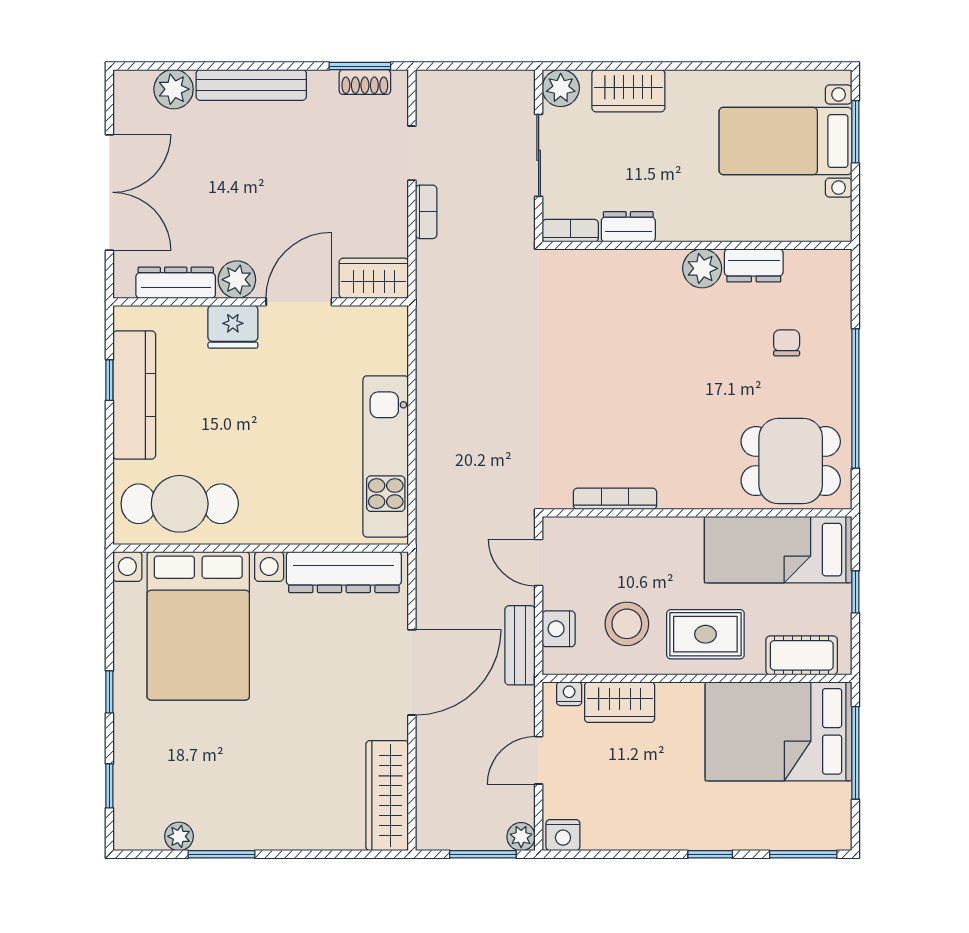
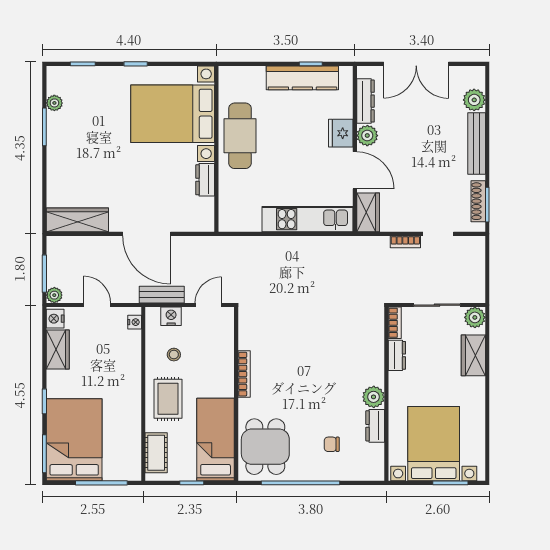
shoe rack: (365, 82) -> (478, 201), width x1.43
bed with nightstands: (785, 141) -> (434, 444), width x1.36
chair: (787, 343) -> (332, 444), turned 180
kitchen unit: (386, 456) -> (307, 219), moved
bookcase: (615, 499) -> (244, 374), moved
cafe table: (180, 504) -> (240, 136), moved
dresser: (344, 572) -> (205, 180), width x0.51, depth x0.80
stool: (627, 624) -> (174, 355), width x0.53, depth x0.53
wardrobe: (620, 702) -> (58, 349), moved, turned 180
bed: (779, 731) -> (74, 440), moved

